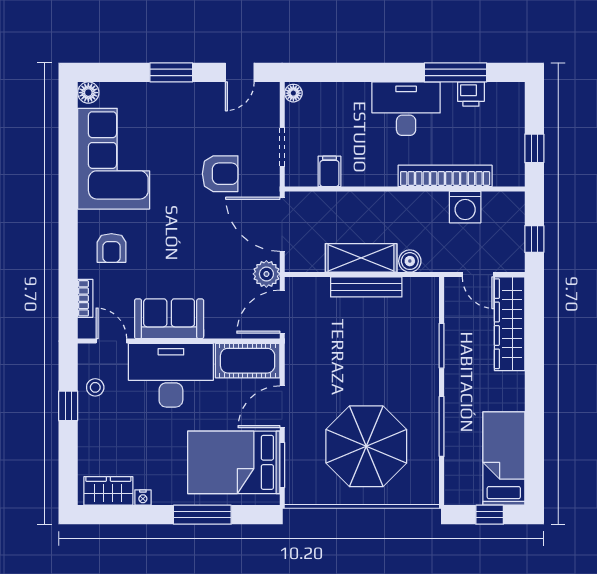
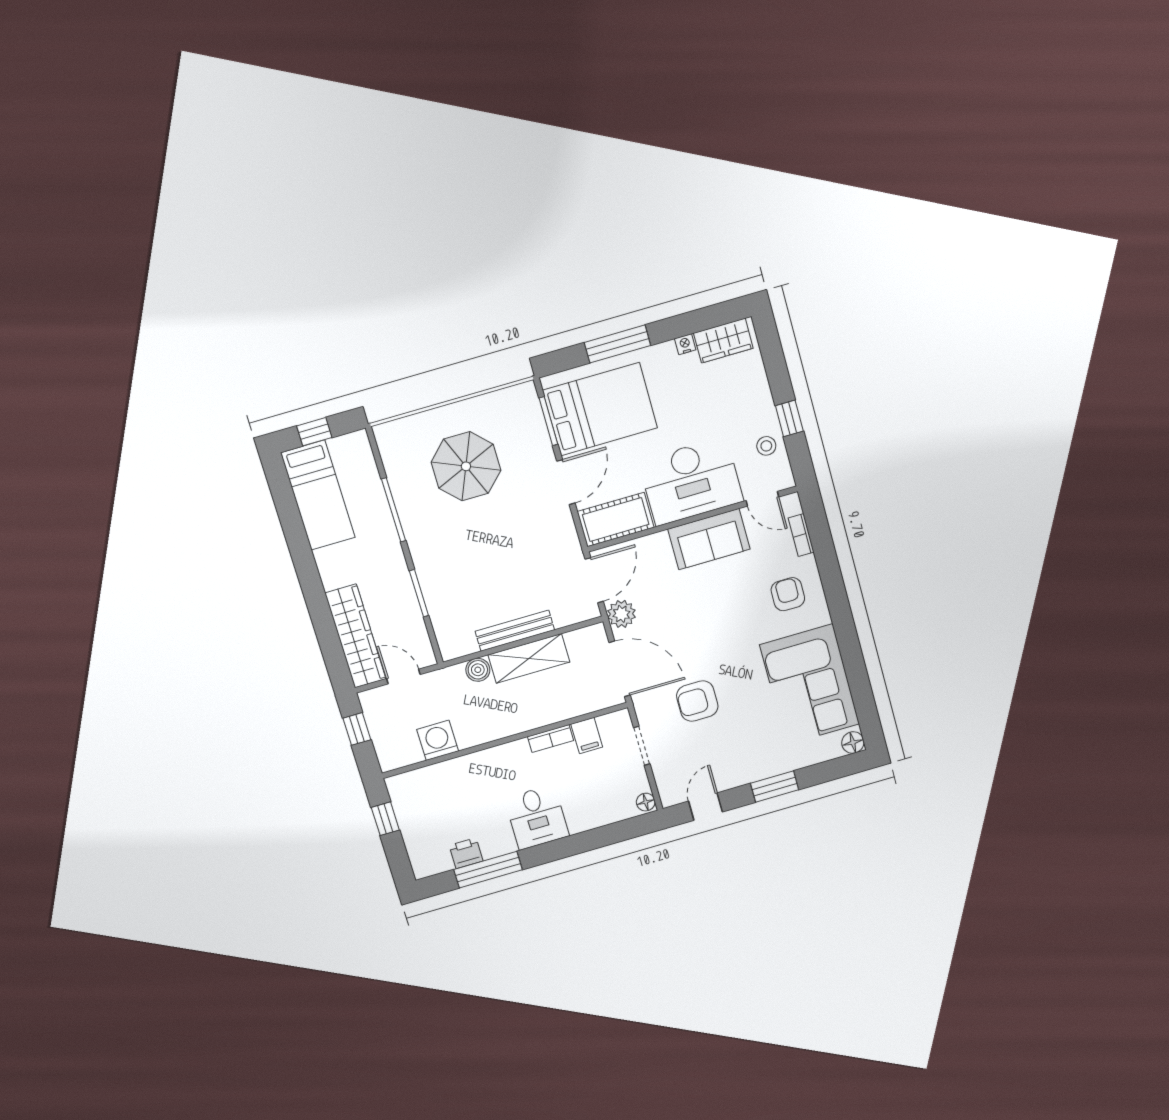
desk: (406, 109) -> (537, 817), width x0.73
bookcase: (445, 176) -> (550, 739), moved, width x0.43, depth x0.76
parasol: (366, 446) -> (466, 466), width x0.73, depth x0.73

